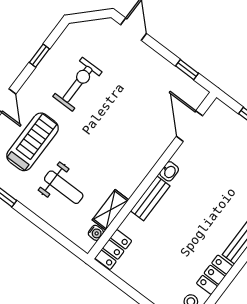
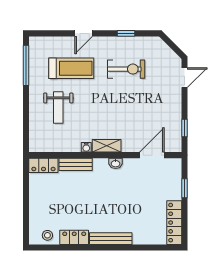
bench: (150, 198) -> (76, 164), moved
shelving: (110, 210) -> (107, 146), moved
water cooler: (96, 233) -> (86, 147), moved

